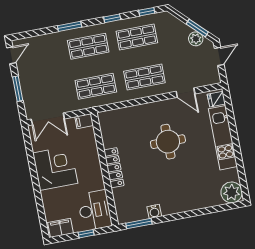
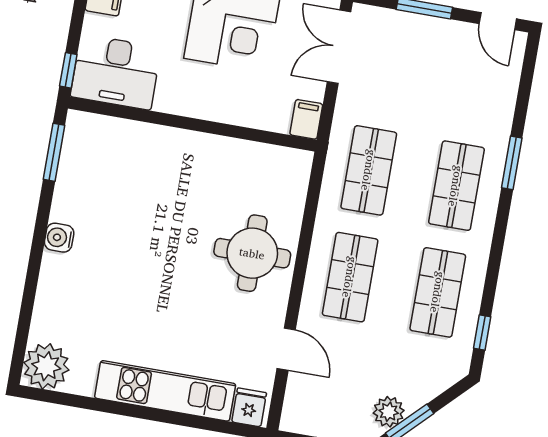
window: (112, 18) -> (495, 256), removed
door: (186, 93) -> (286, 349), swing flipped
round table: (168, 142) -> (252, 253), moved
locker: (114, 168) -> (188, 144), removed
water cooler: (154, 212) -> (59, 238), moved
window: (86, 234) -> (68, 70), moved

